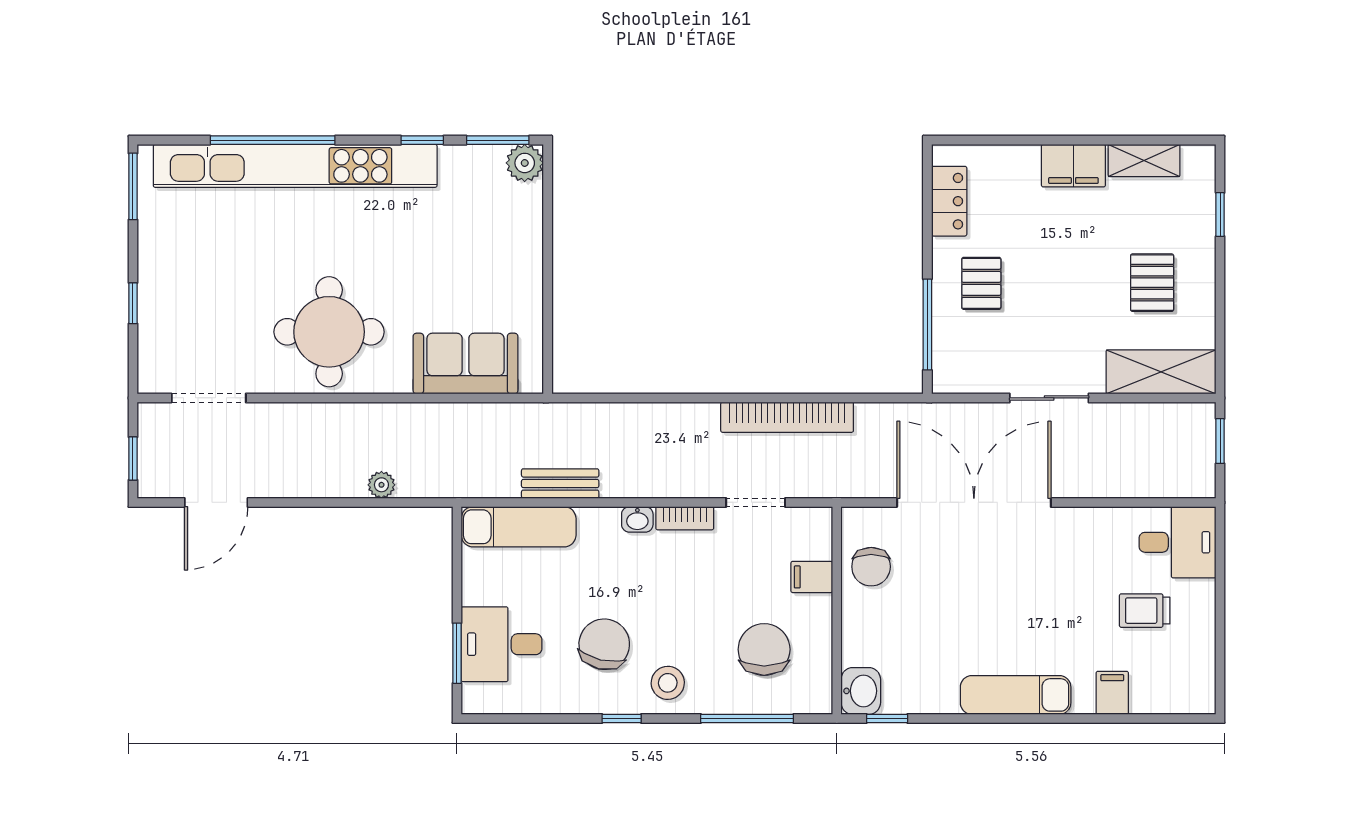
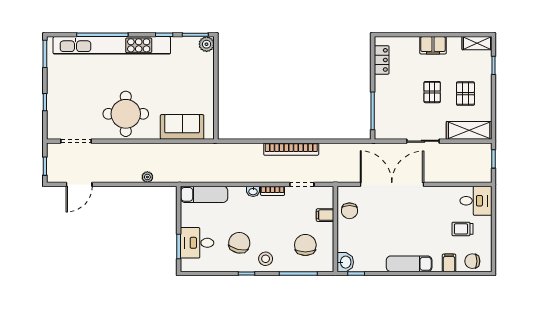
shelving: (1144, 160) -> (477, 43), moved
pallet: (981, 283) -> (432, 92), moved
bookcase: (787, 417) -> (291, 149), moved
bench: (560, 484) -> (221, 176), removed
chair: (1169, 689) -> (472, 261), added

